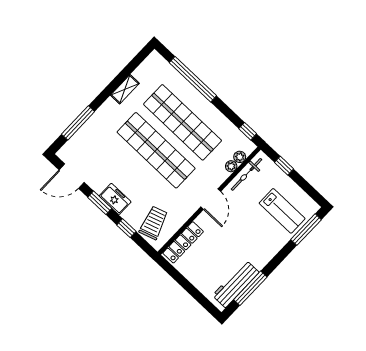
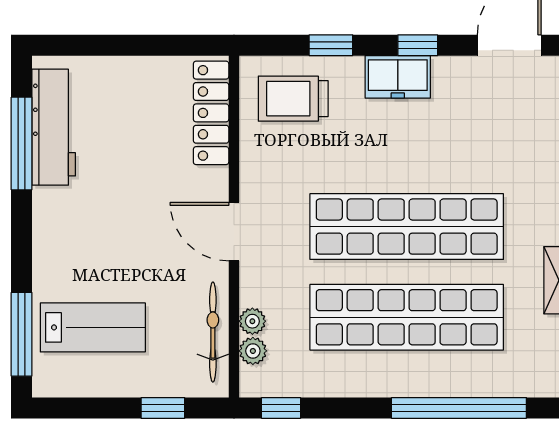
window: (100, 203) -> (418, 45), width x0.67
lab bench: (282, 211) -> (93, 327), turned 180
trolley: (154, 223) -> (293, 99), turned 108

